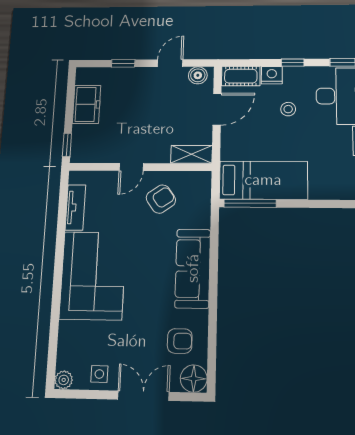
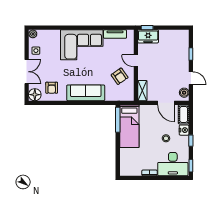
freezer: (87, 104) -> (148, 36), moved

